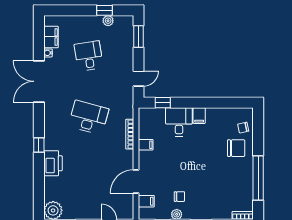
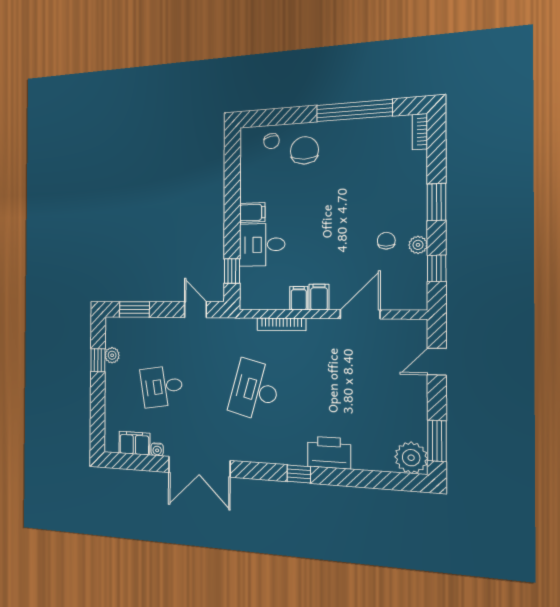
door: (136, 181) -> (360, 314), swing flipped
filing cabinet: (146, 201) -> (319, 297), moved

